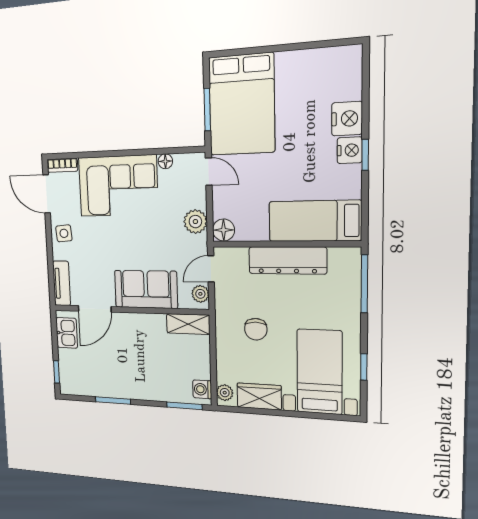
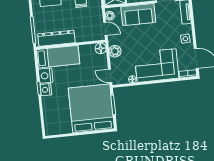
bed: (242, 105) -> (91, 108), width x1.36
nightstand: (347, 119) -> (46, 76), moved
dresser: (287, 260) -> (56, 38), moved
door: (211, 269) -> (105, 29), hinge flipped

